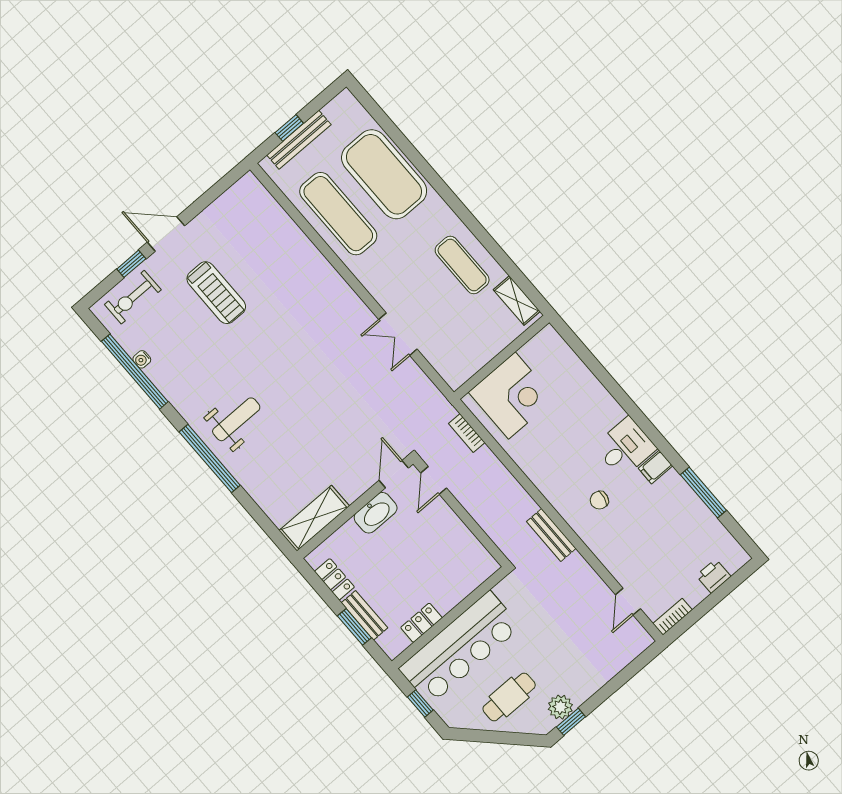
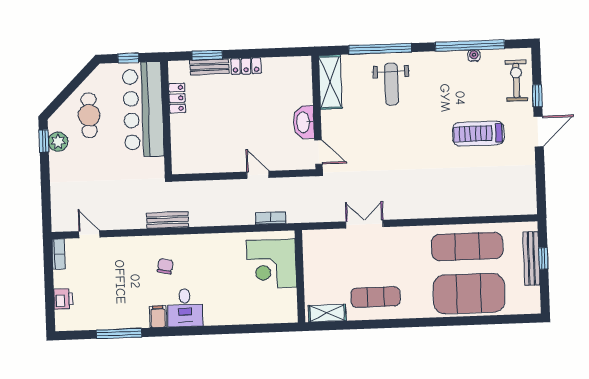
door: (394, 474) -> (318, 152), moved
wall: (355, 507) -> (317, 112), moved
washbasin: (376, 513) -> (304, 122), moved
shelving: (314, 518) -> (330, 82), moved

